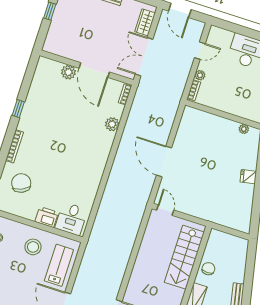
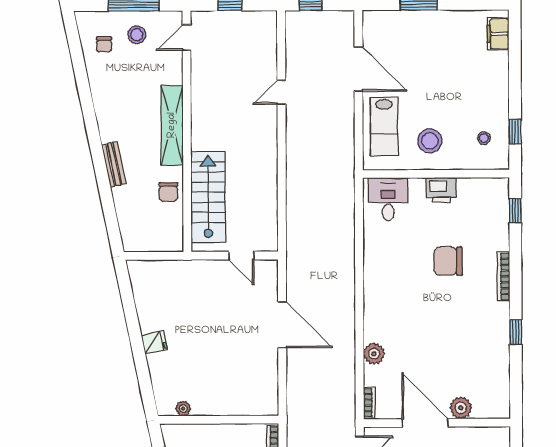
chair: (21, 183) -> (448, 261), moved, turned 114
door: (165, 210) -> (241, 256), moved
printer: (47, 217) -> (441, 190), moved

